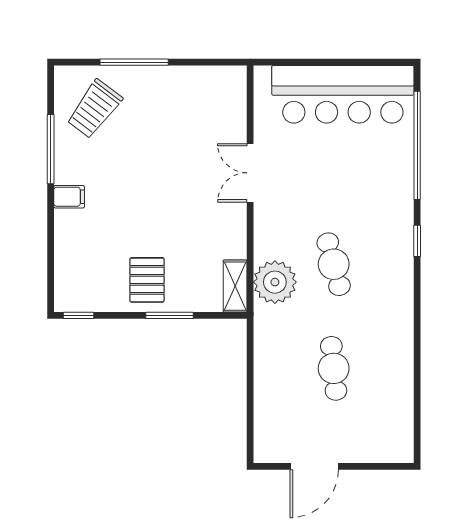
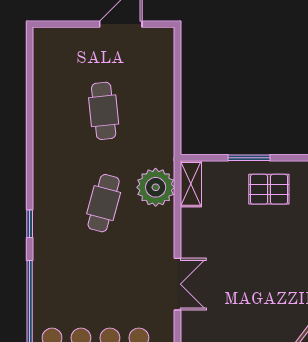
cafe table: (334, 264) -> (104, 203), turned 30
pallet: (147, 280) -> (269, 189), turned 90

